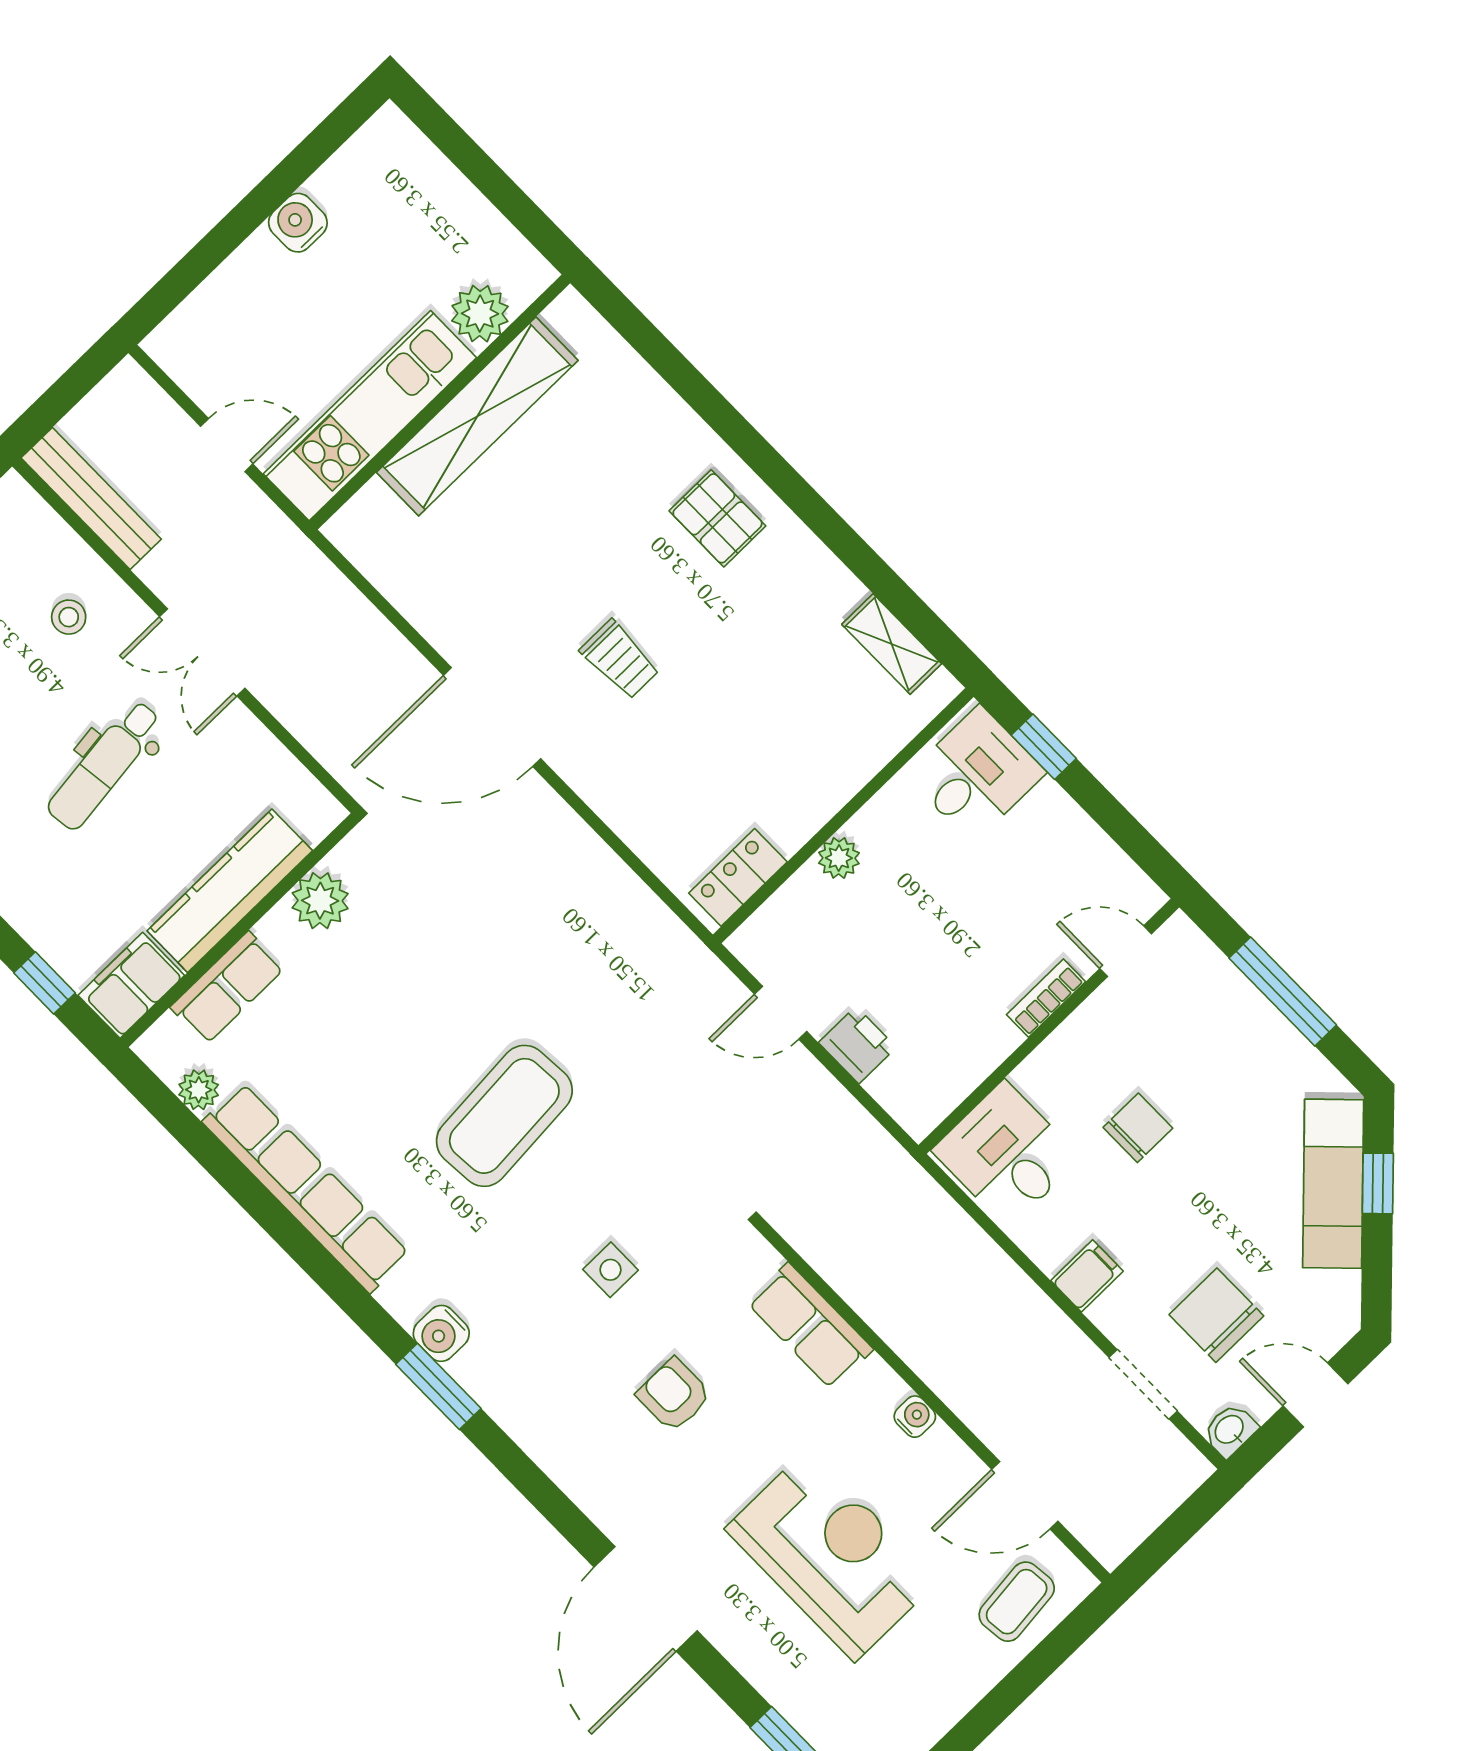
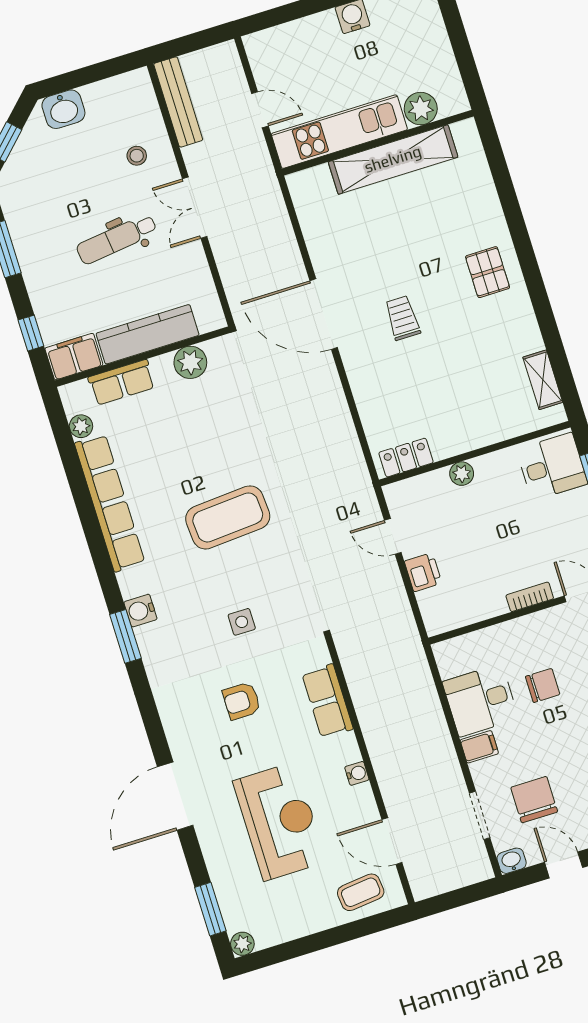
trolley: (620, 660) -> (402, 318), turned 180
desk: (1006, 1154) -> (481, 700), moved, turned -90
armchair: (674, 1395) -> (242, 701), turned -90

